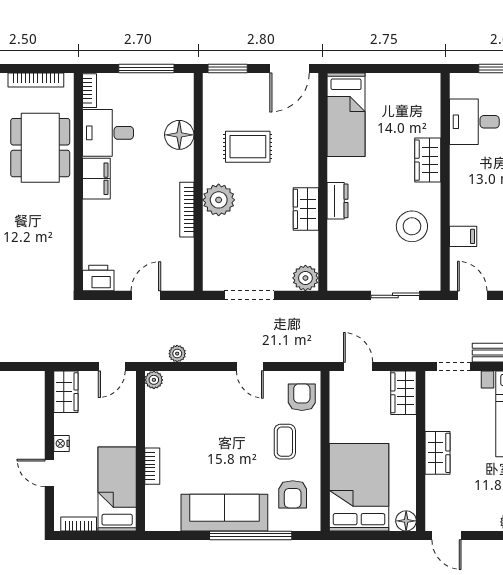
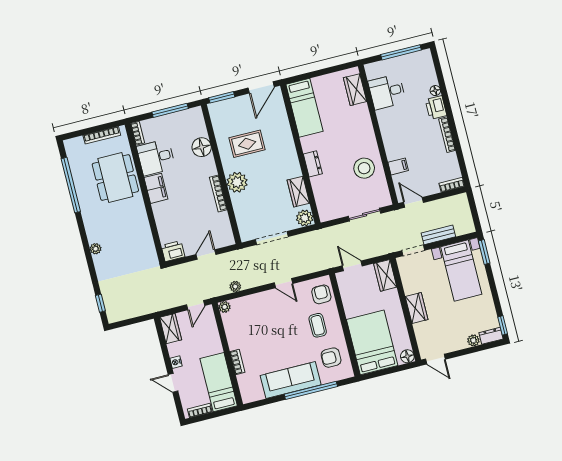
wardrobe: (428, 160) -> (355, 90), moved
wardrobe: (306, 209) -> (298, 192), moved
armchair: (293, 494) -> (331, 358), turned 90

